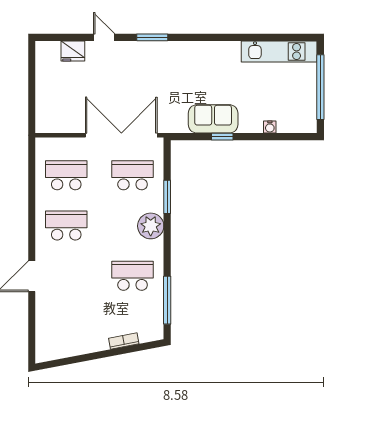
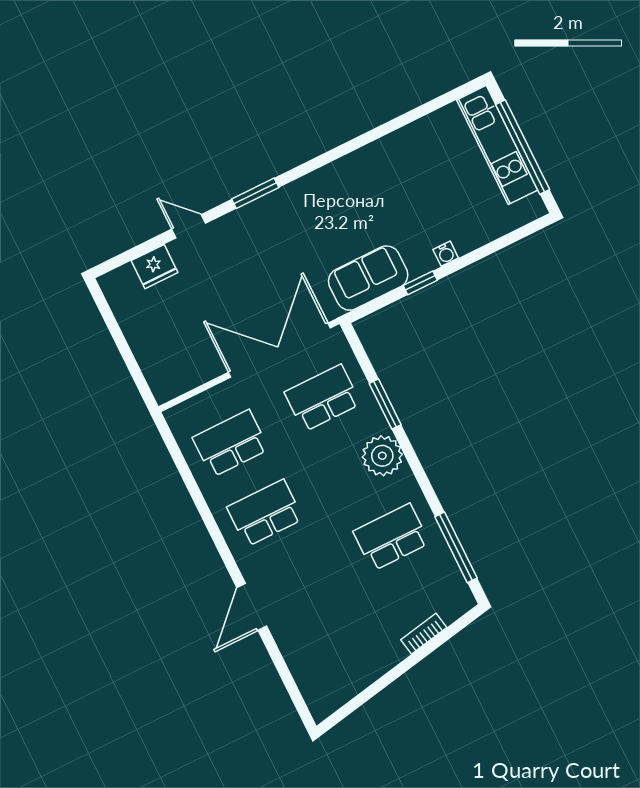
kitchen unit: (279, 51) -> (497, 145), moved, turned 90
sofa: (213, 119) -> (368, 278), moved
water cooler: (270, 127) -> (446, 254), moved

